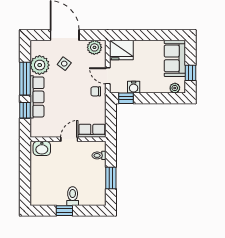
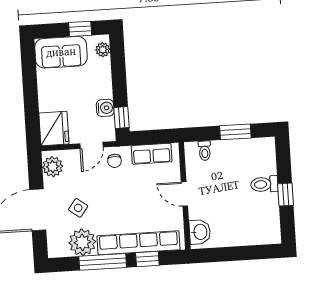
row of seats: (37, 97) -> (139, 243), width x1.36
row of seats: (92, 131) -> (152, 154), moved, turned -90

